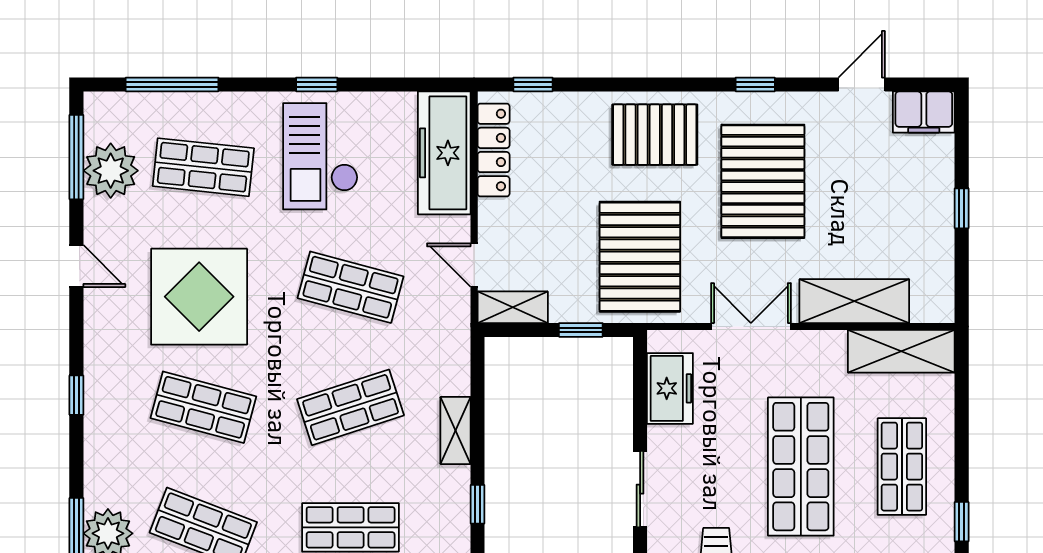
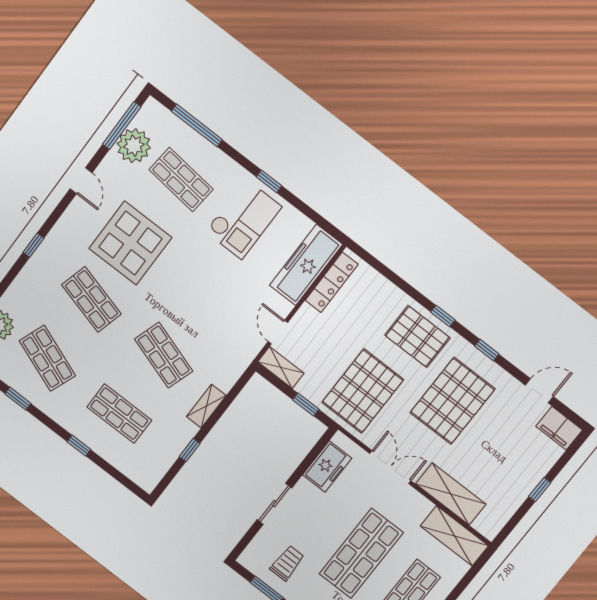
window: (533, 84) -> (443, 316), moved
checkout: (320, 156) -> (243, 219), turned 180
shop shelf: (351, 287) -> (209, 296), removed
shop shelf: (351, 407) -> (164, 355), turned 36

